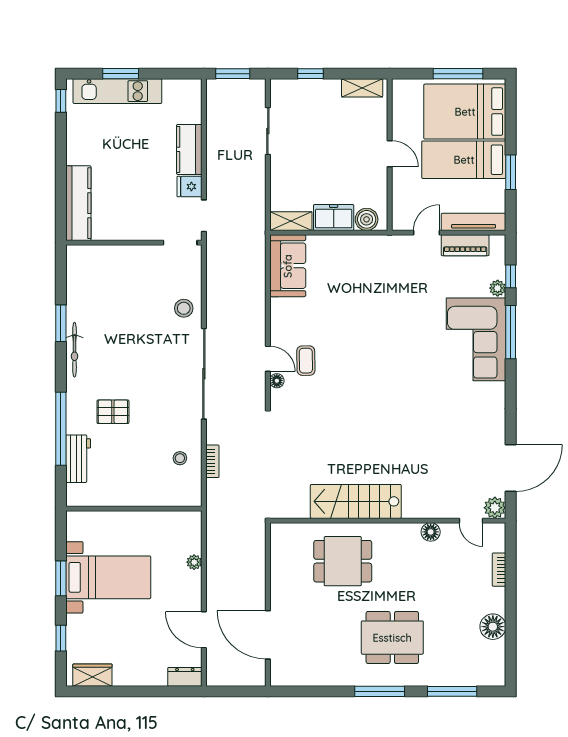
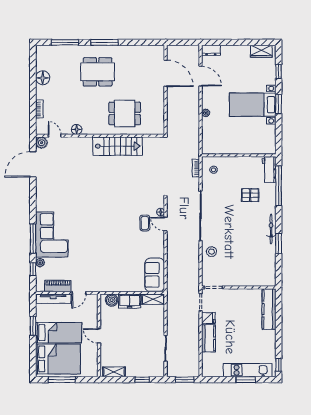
wall: (134, 509) -> (239, 155), moved

